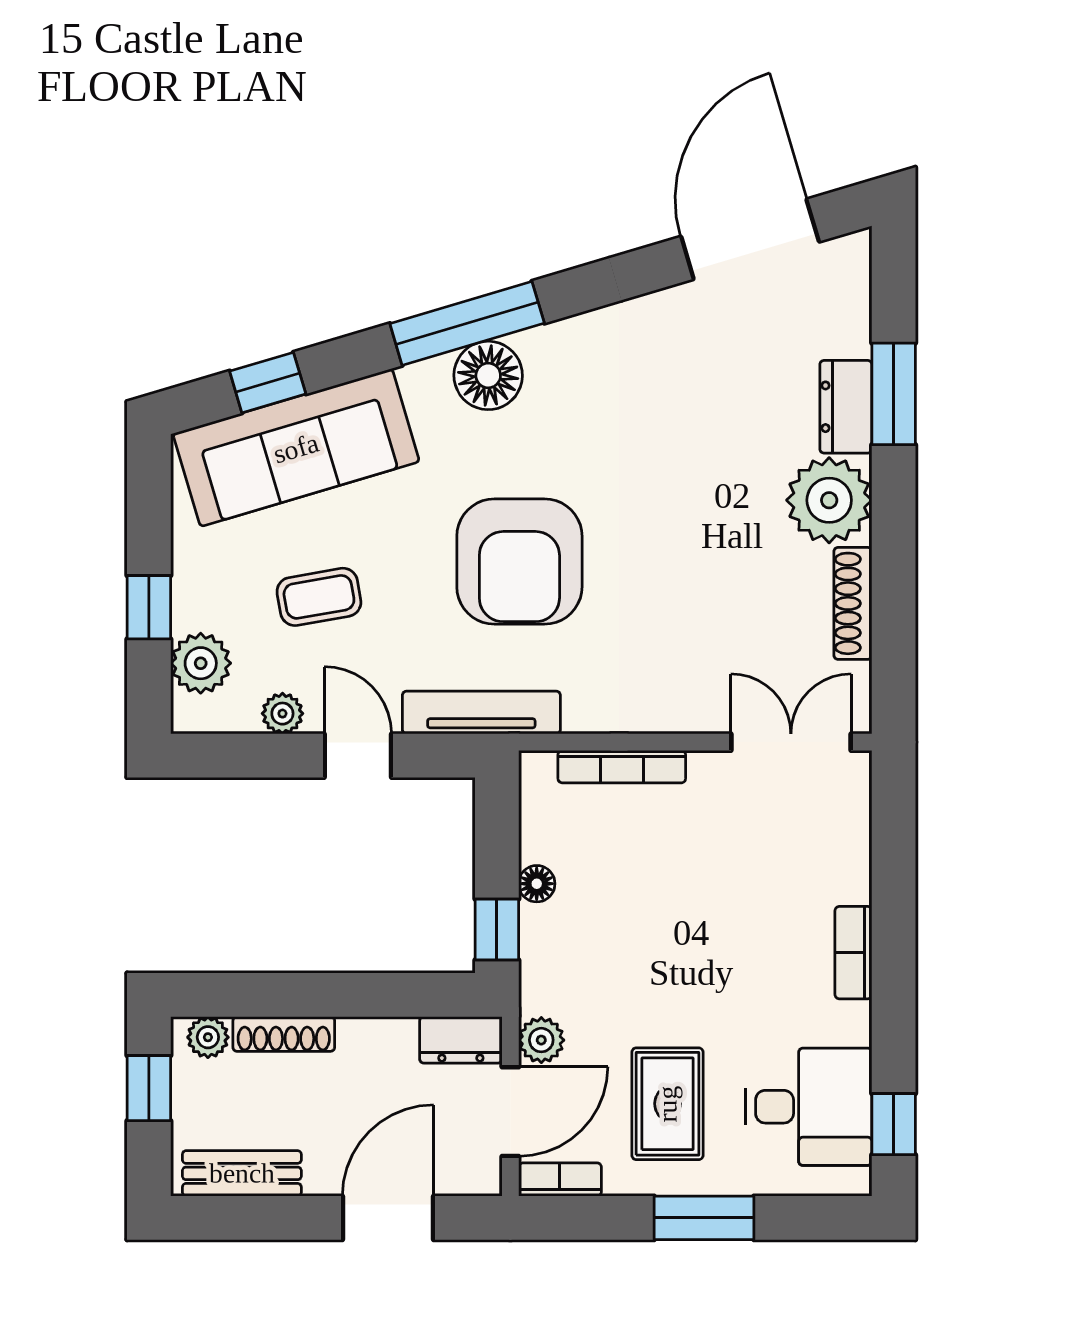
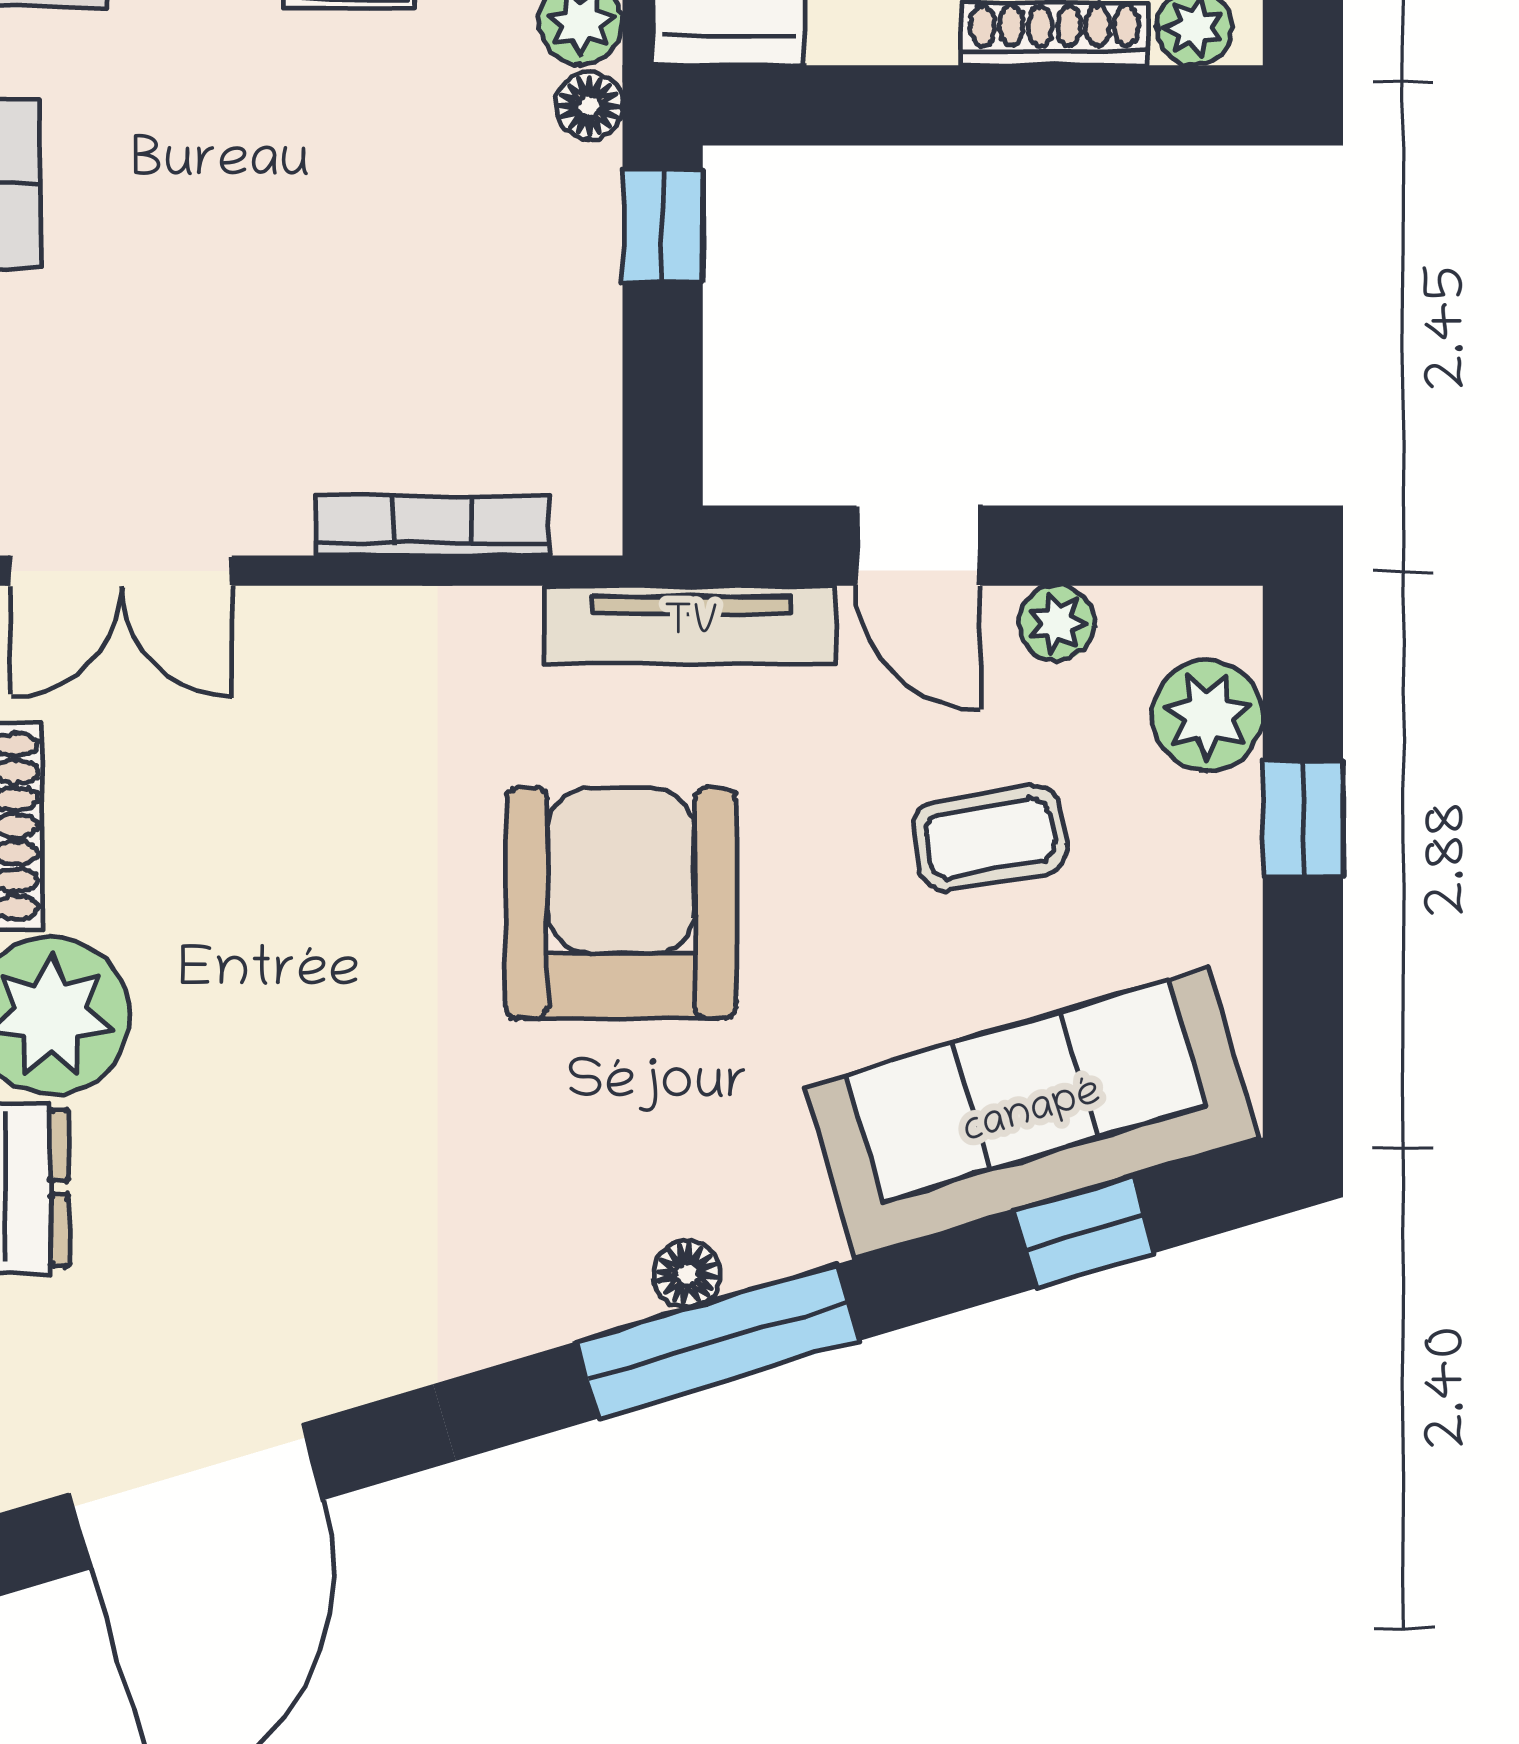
floor lamp: (488, 375) -> (687, 1274), width x0.53, depth x0.53
floor lamp: (537, 884) -> (589, 106), moved

